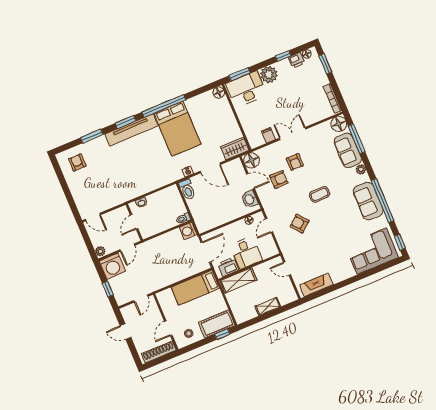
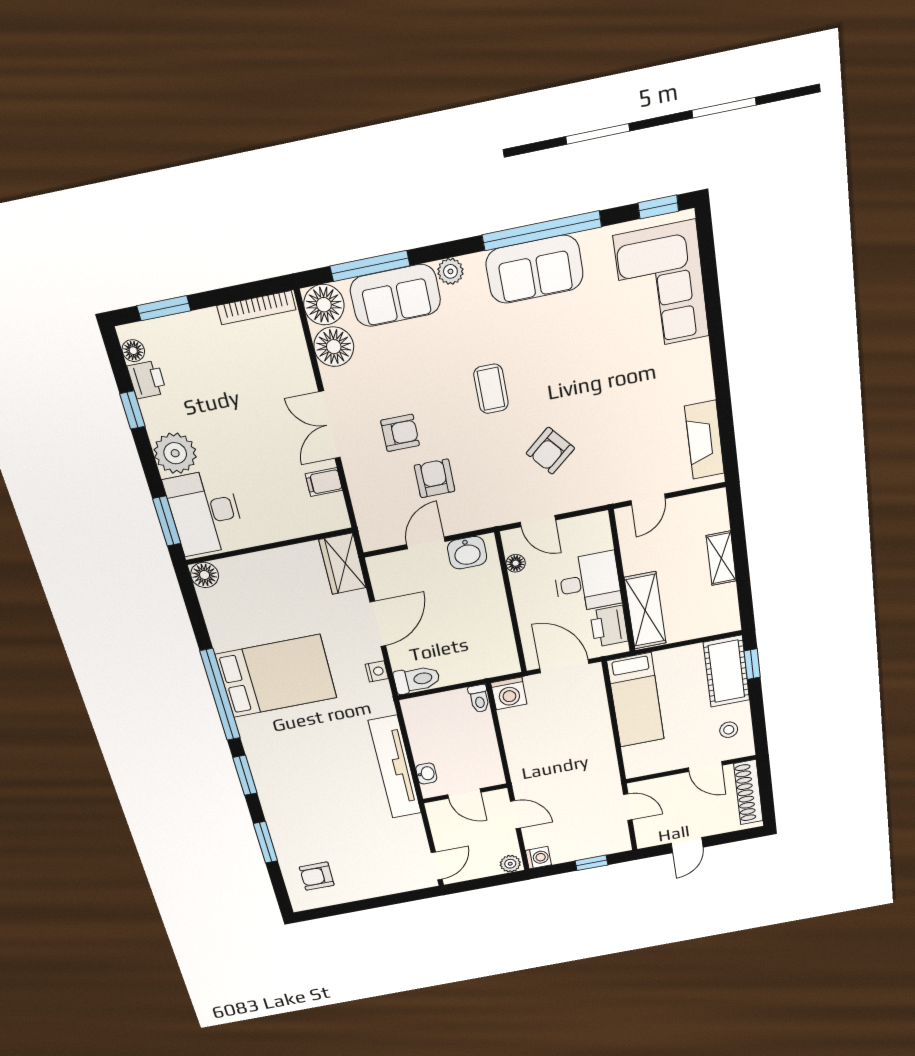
tv unit: (132, 130) -> (395, 767), moved, turned 180
floor lamp: (252, 160) -> (334, 347), moved
washing machine: (112, 266) -> (538, 858), width x0.53, depth x0.53

